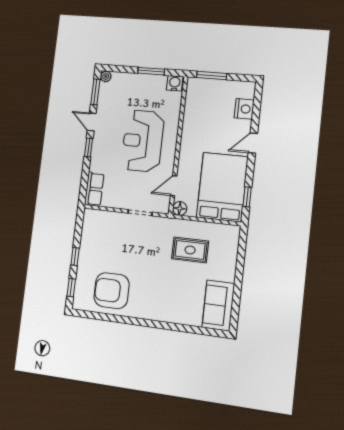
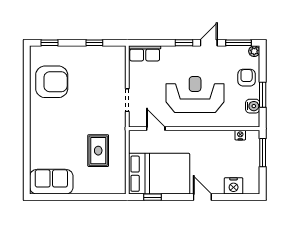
water cooler: (175, 83) -> (253, 106), moved
armchair: (132, 86) -> (247, 78), added
nightstand: (190, 97) -> (240, 135), added
floor lamp: (180, 208) -> (135, 137), removed
window: (75, 256) -> (94, 43), moved
armchair: (112, 291) -> (52, 82), turned 90

